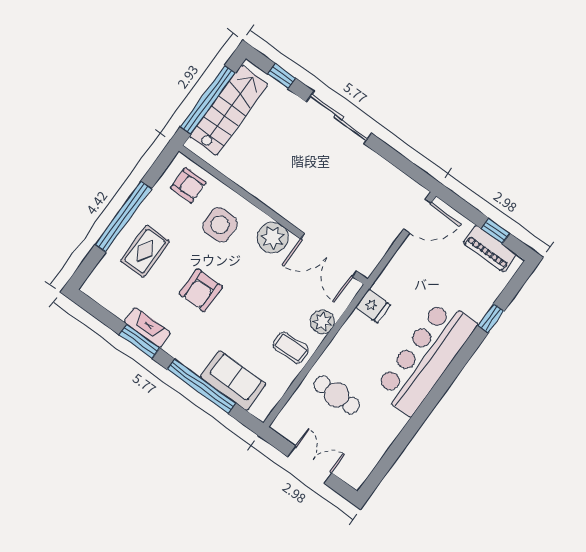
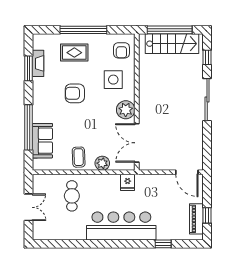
fireplace: (147, 328) -> (38, 63), moved
window: (139, 341) -> (29, 68), moved

